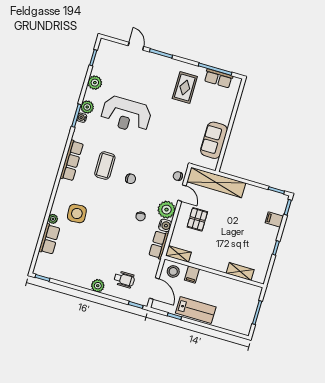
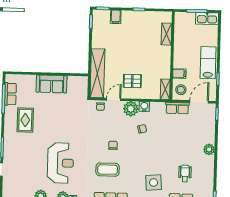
rug: (185, 87) -> (25, 120), turned 90
sofa: (214, 140) -> (52, 84), moved
row of seats: (159, 245) -> (177, 108), moved
wheelchair: (124, 279) -> (185, 173), moved
kitchen sink: (246, 322) -> (207, 19), added

